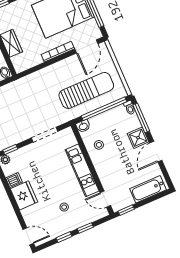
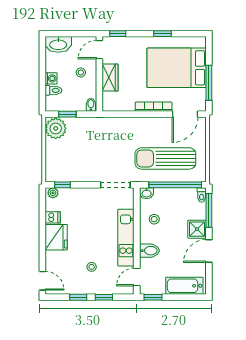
sun lounger: (86, 90) -> (165, 158), turned 180
doorway: (45, 135) -> (115, 185), moved
bidet: (106, 173) -> (149, 251), added
door: (105, 199) -> (137, 277), hinge flipped

